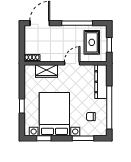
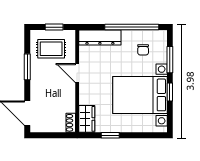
window: (77, 23) -> (27, 67), width x0.69
wardrobe: (46, 71) -> (87, 119), moved
window: (22, 106) -> (110, 135), moved
window: (44, 138) -> (170, 92), moved

